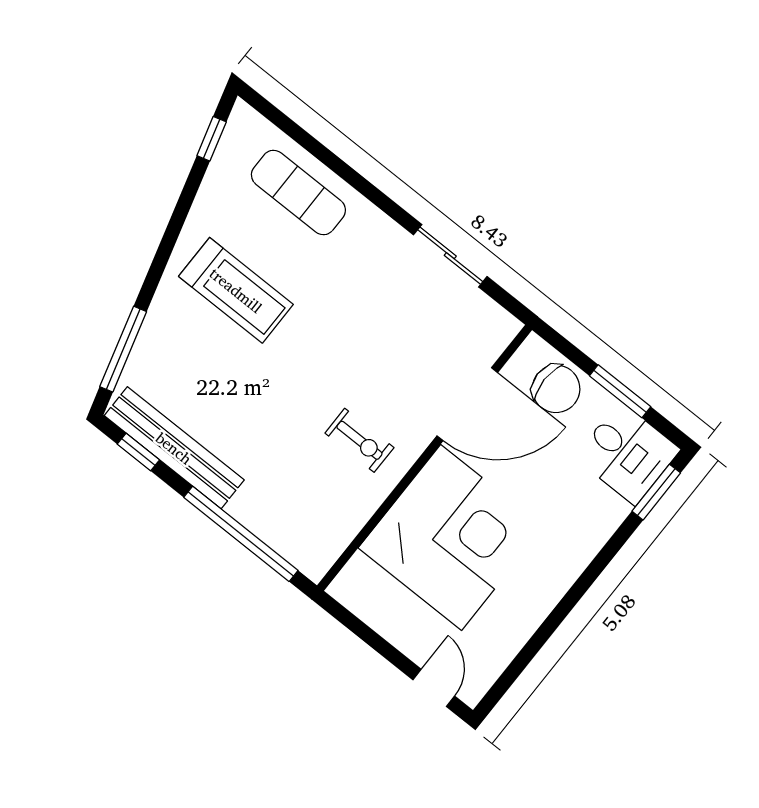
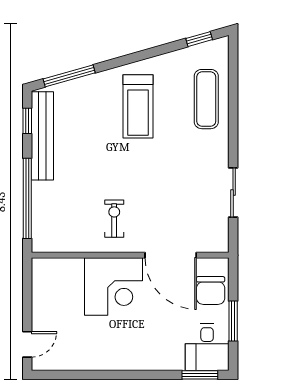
exercise bike: (359, 440) -> (114, 219), turned 180
corner desk: (451, 538) -> (113, 287), width x0.74, depth x0.74

